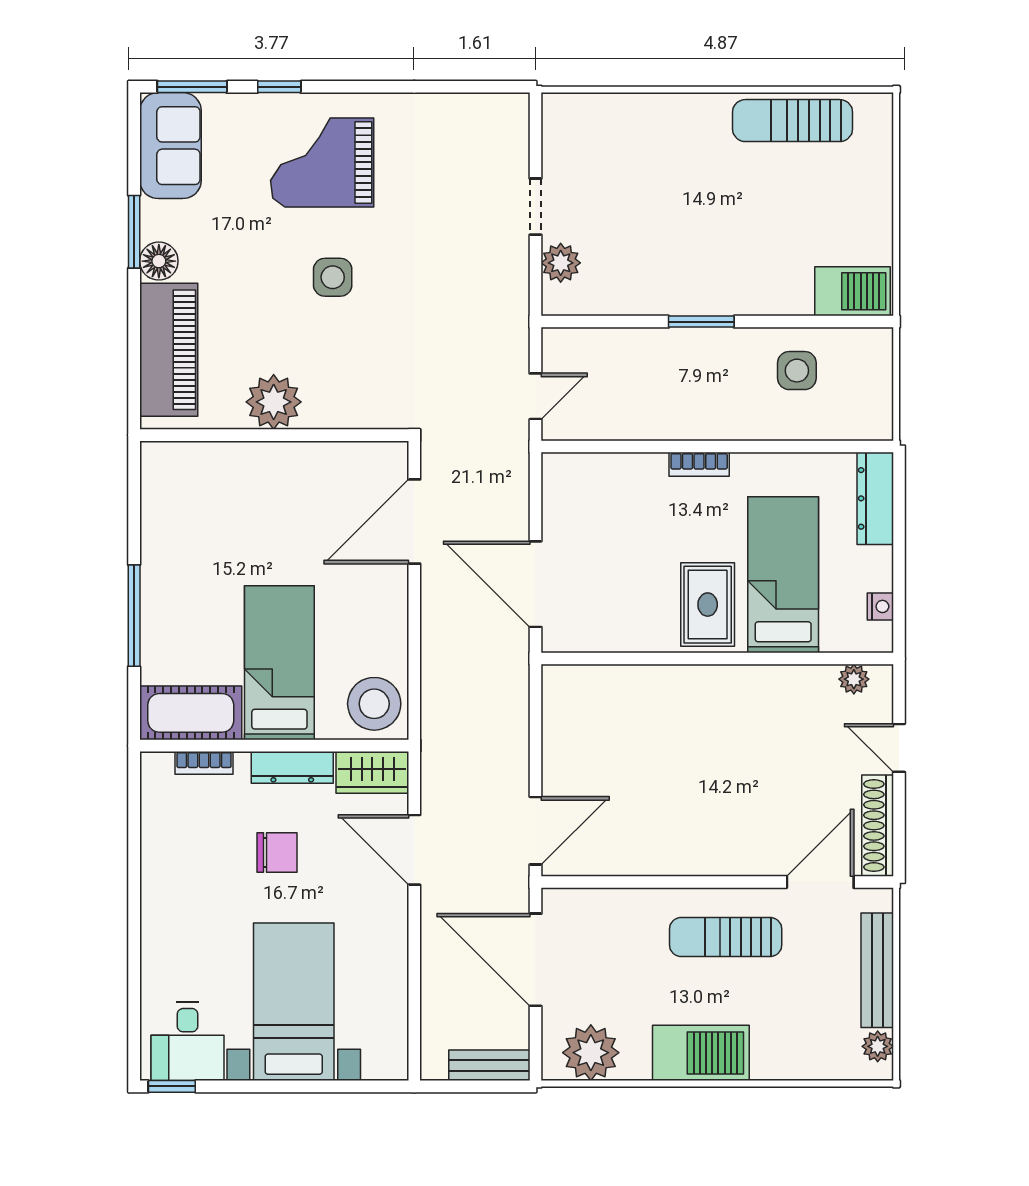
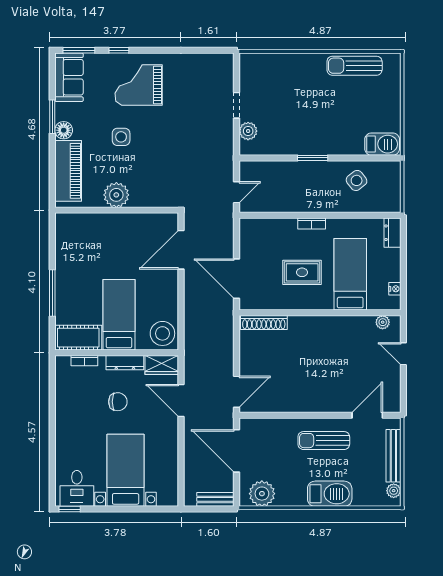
side table: (333, 277) -> (121, 137), moved
side table: (797, 371) -> (357, 180), turned -38
dresser: (875, 498) -> (392, 233), width x0.70
rug: (708, 605) -> (302, 272), moved, turned 90
shoe rack: (878, 826) -> (264, 322), moved, turned -90
barbecue: (701, 1053) -> (330, 494), moved

